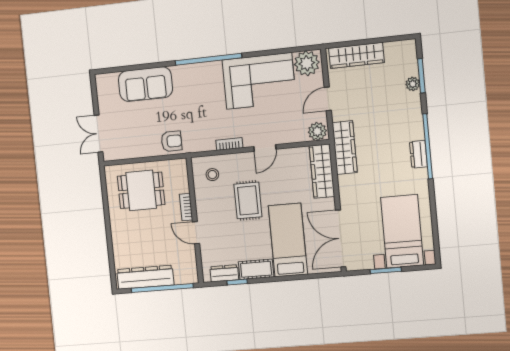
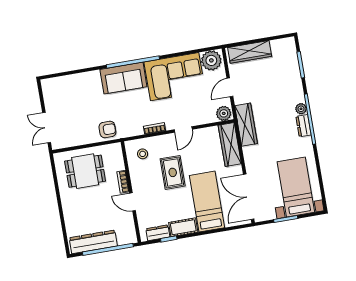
sofa: (145, 84) -> (123, 78), moved
plant: (413, 84) -> (301, 109), moved

